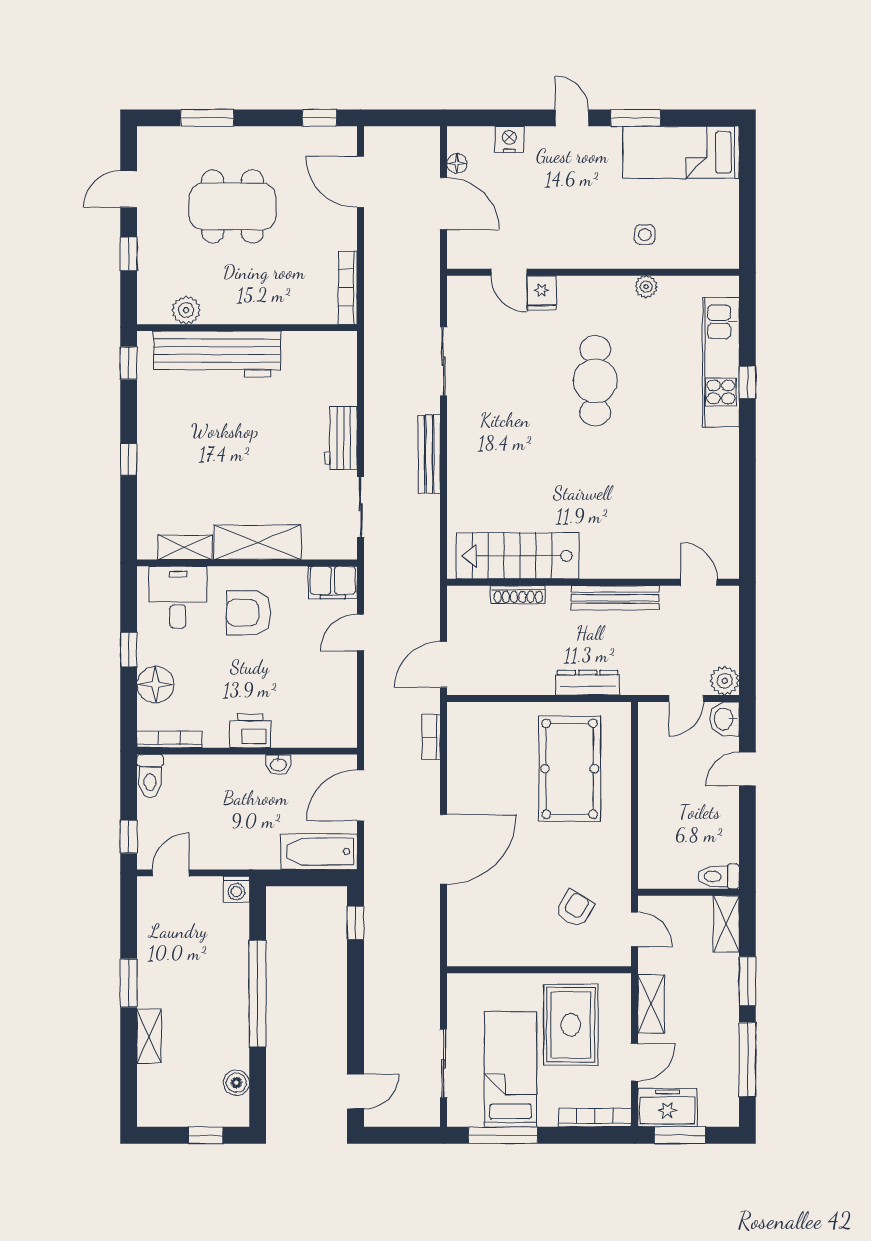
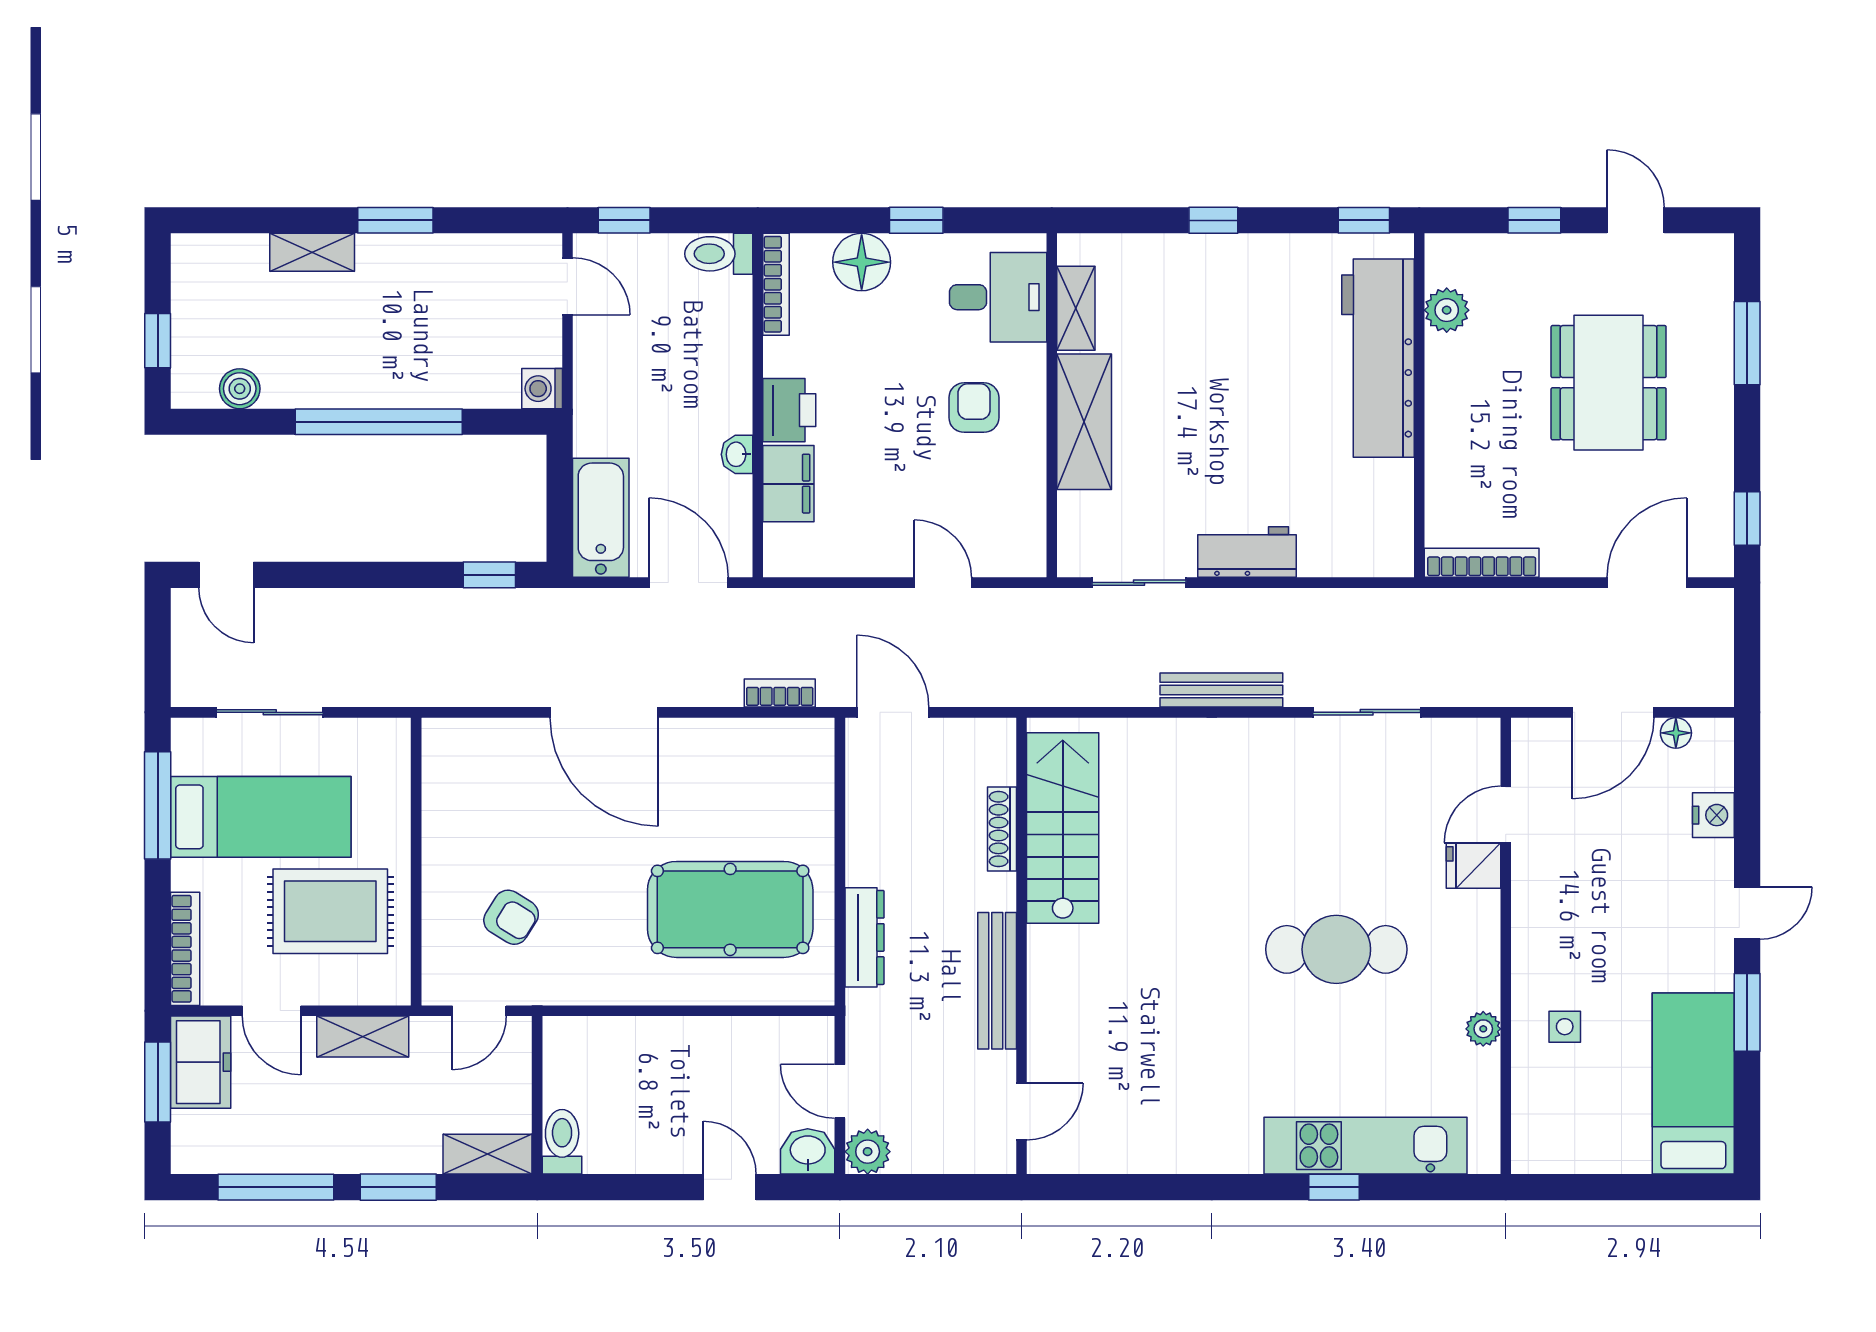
filing cabinet: (333, 583) -> (788, 484), moved, turned 180
armchair: (248, 613) -> (974, 408), width x0.72, depth x0.72

